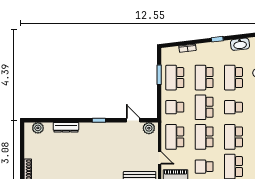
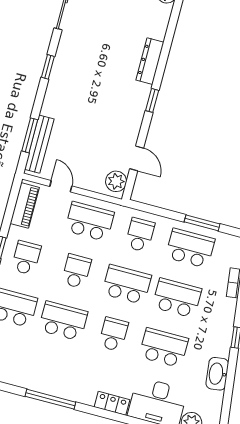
door: (133, 120) -> (137, 158), hinge flipped
dresser: (66, 127) -> (150, 61), moved
school desk: (204, 137) -> (76, 271), width x0.54
door: (160, 158) -> (61, 186), swing flipped

